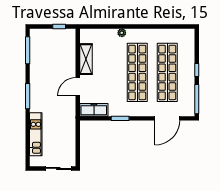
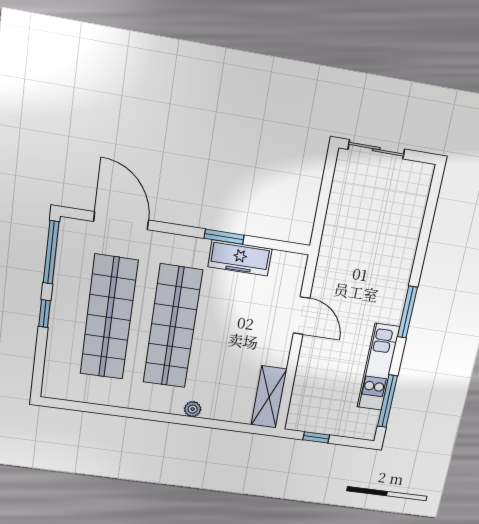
shelving: (86, 59) -> (269, 397), moved
door: (78, 87) -> (302, 316), hinge flipped
freezer: (94, 110) -> (240, 258), moved
door: (167, 118) -> (121, 221), hinge flipped
kitchen unit: (36, 134) -> (378, 367), moved

